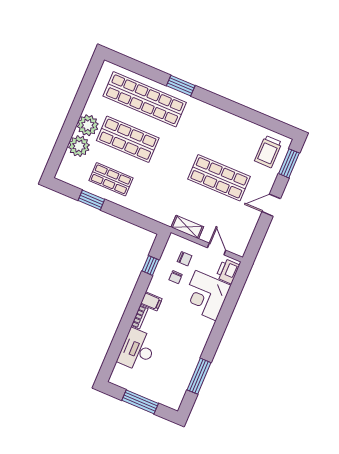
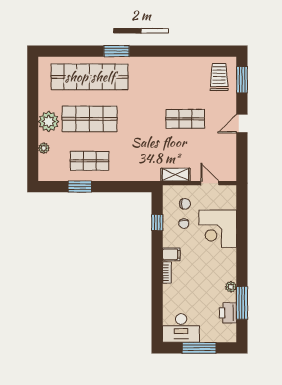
plant: (79, 146) -> (44, 148), width x0.53, depth x0.53
trolley: (268, 152) -> (219, 77), turned 180
shop shelf: (219, 178) -> (185, 119), width x0.70, depth x0.74
printer: (228, 271) -> (228, 313), moved
desk: (137, 350) -> (181, 328), moved, turned -90
plant: (195, 356) -> (231, 287), added

